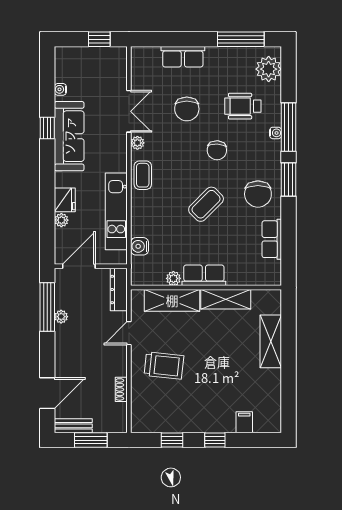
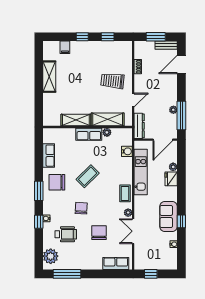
row of seats: (183, 57) -> (116, 263), moved
window: (289, 127) -> (39, 222), width x0.46
sofa: (69, 136) -> (169, 217), width x0.73
chair: (258, 194) -> (57, 182), turned -90
shelving: (271, 341) -> (49, 77), moved

